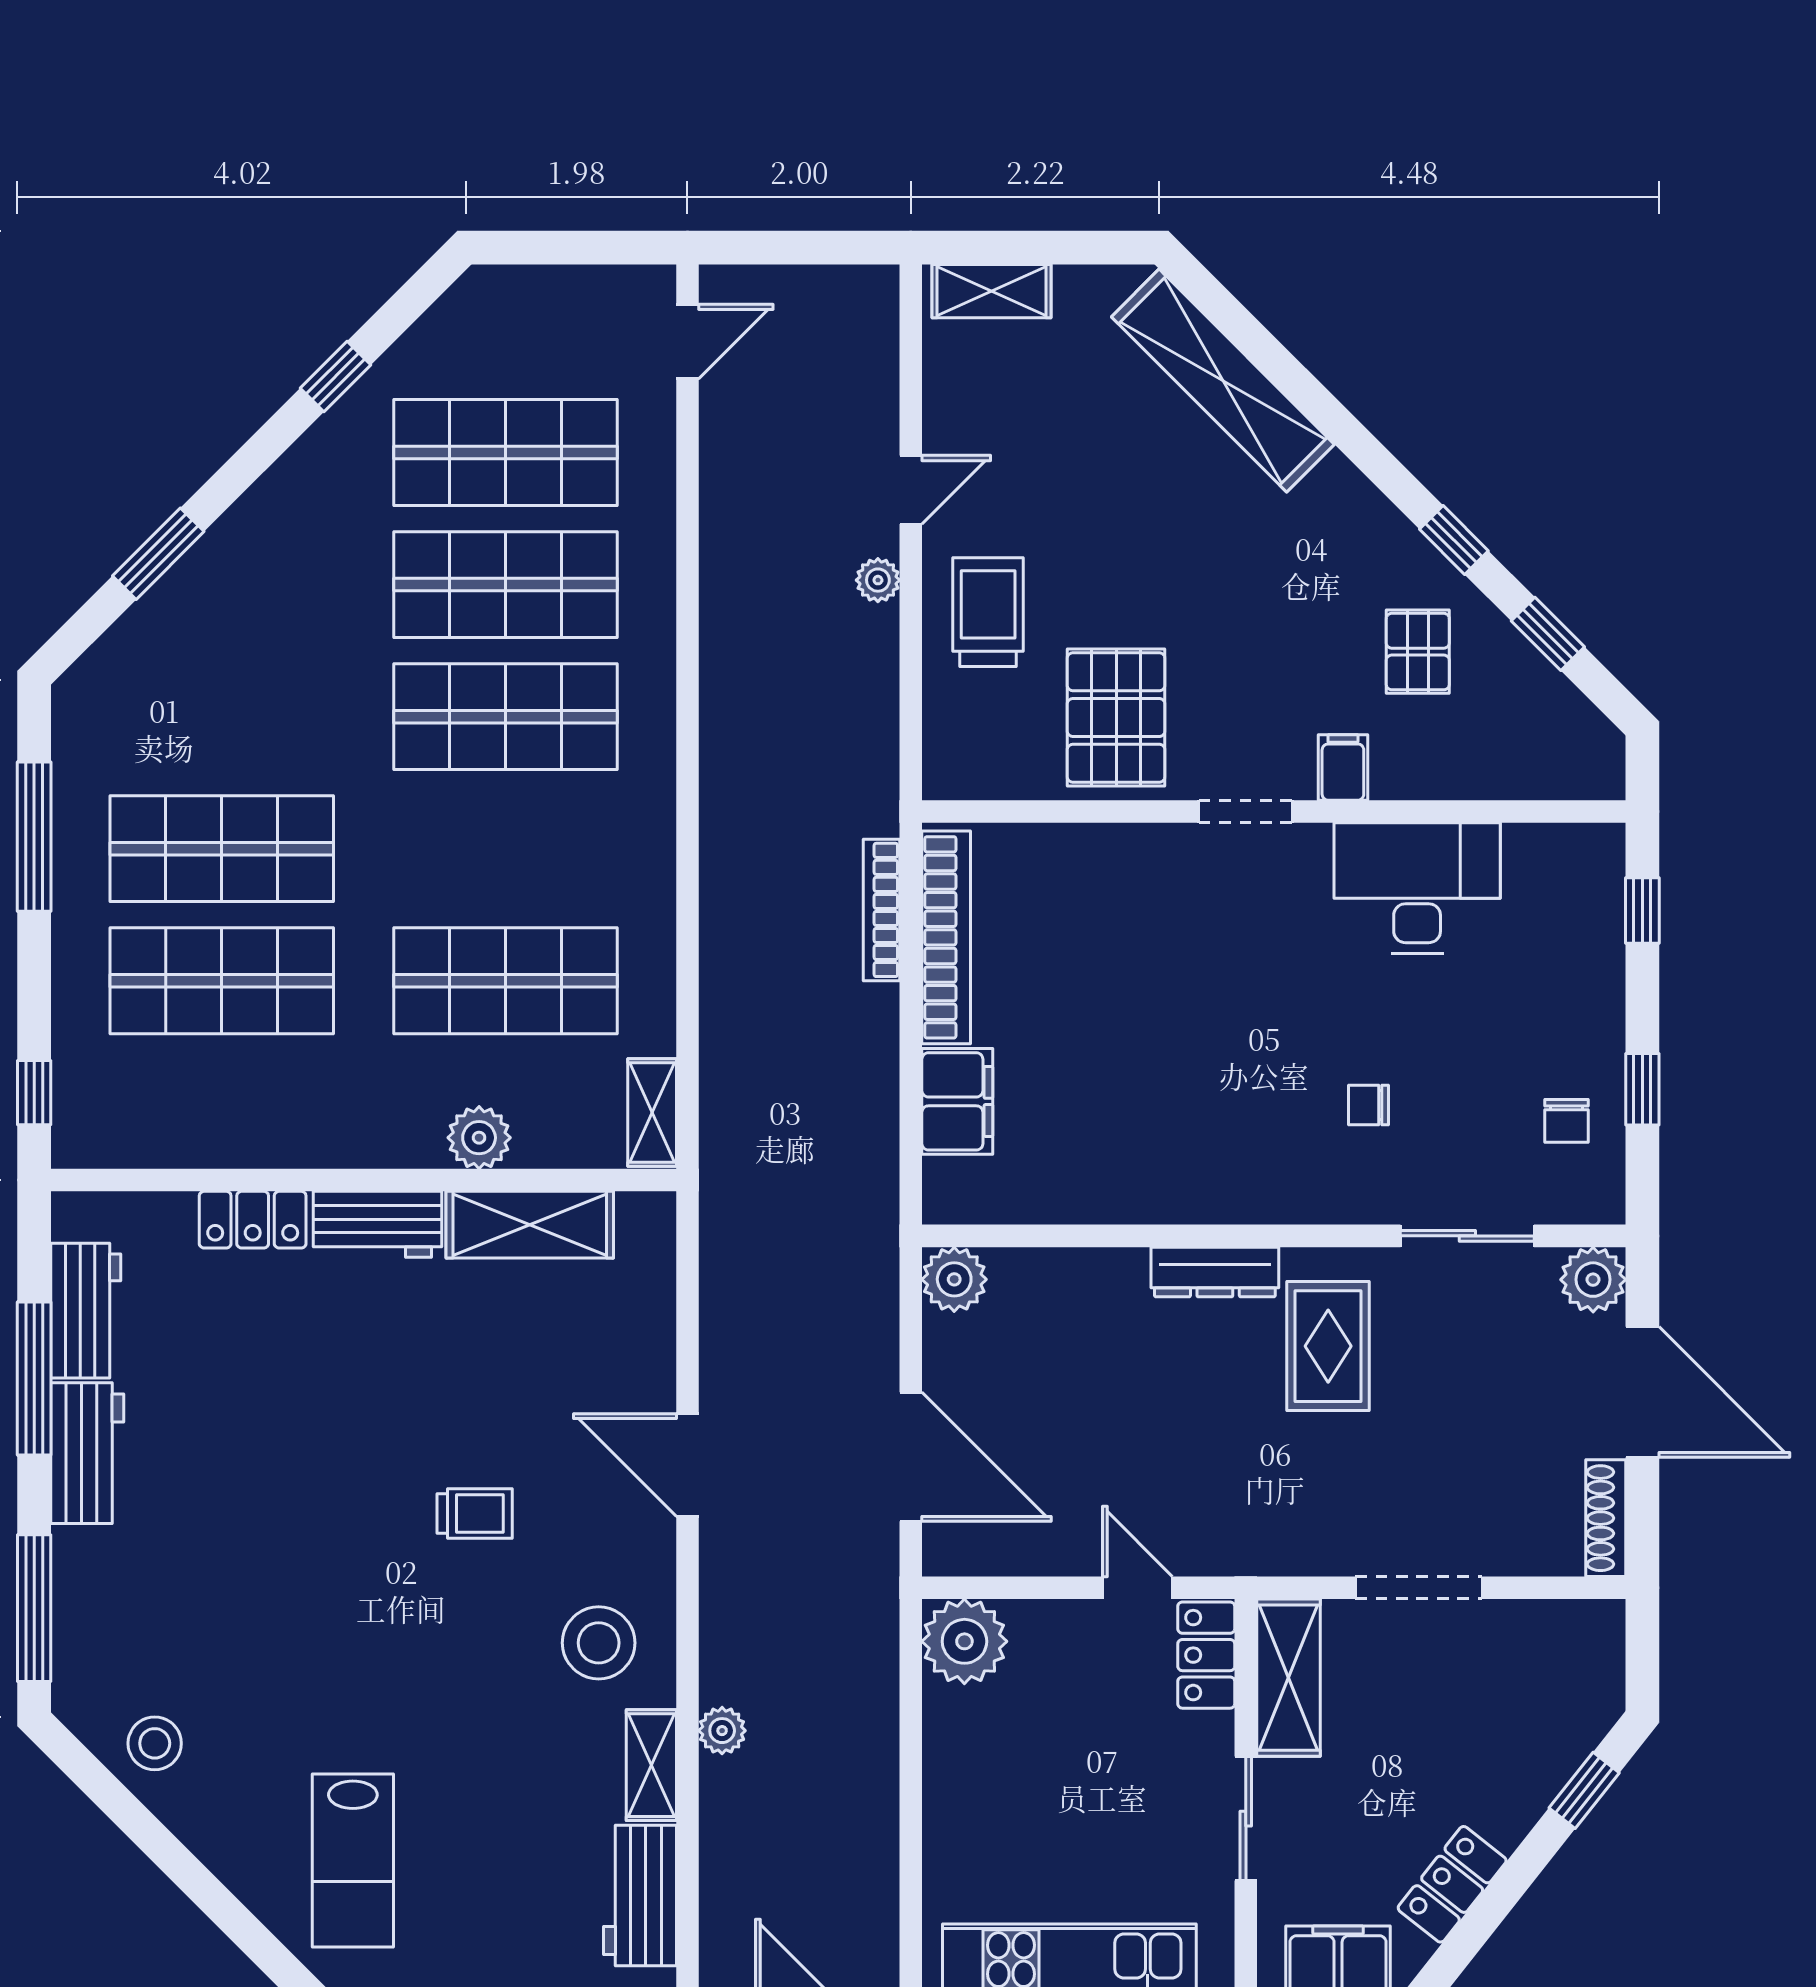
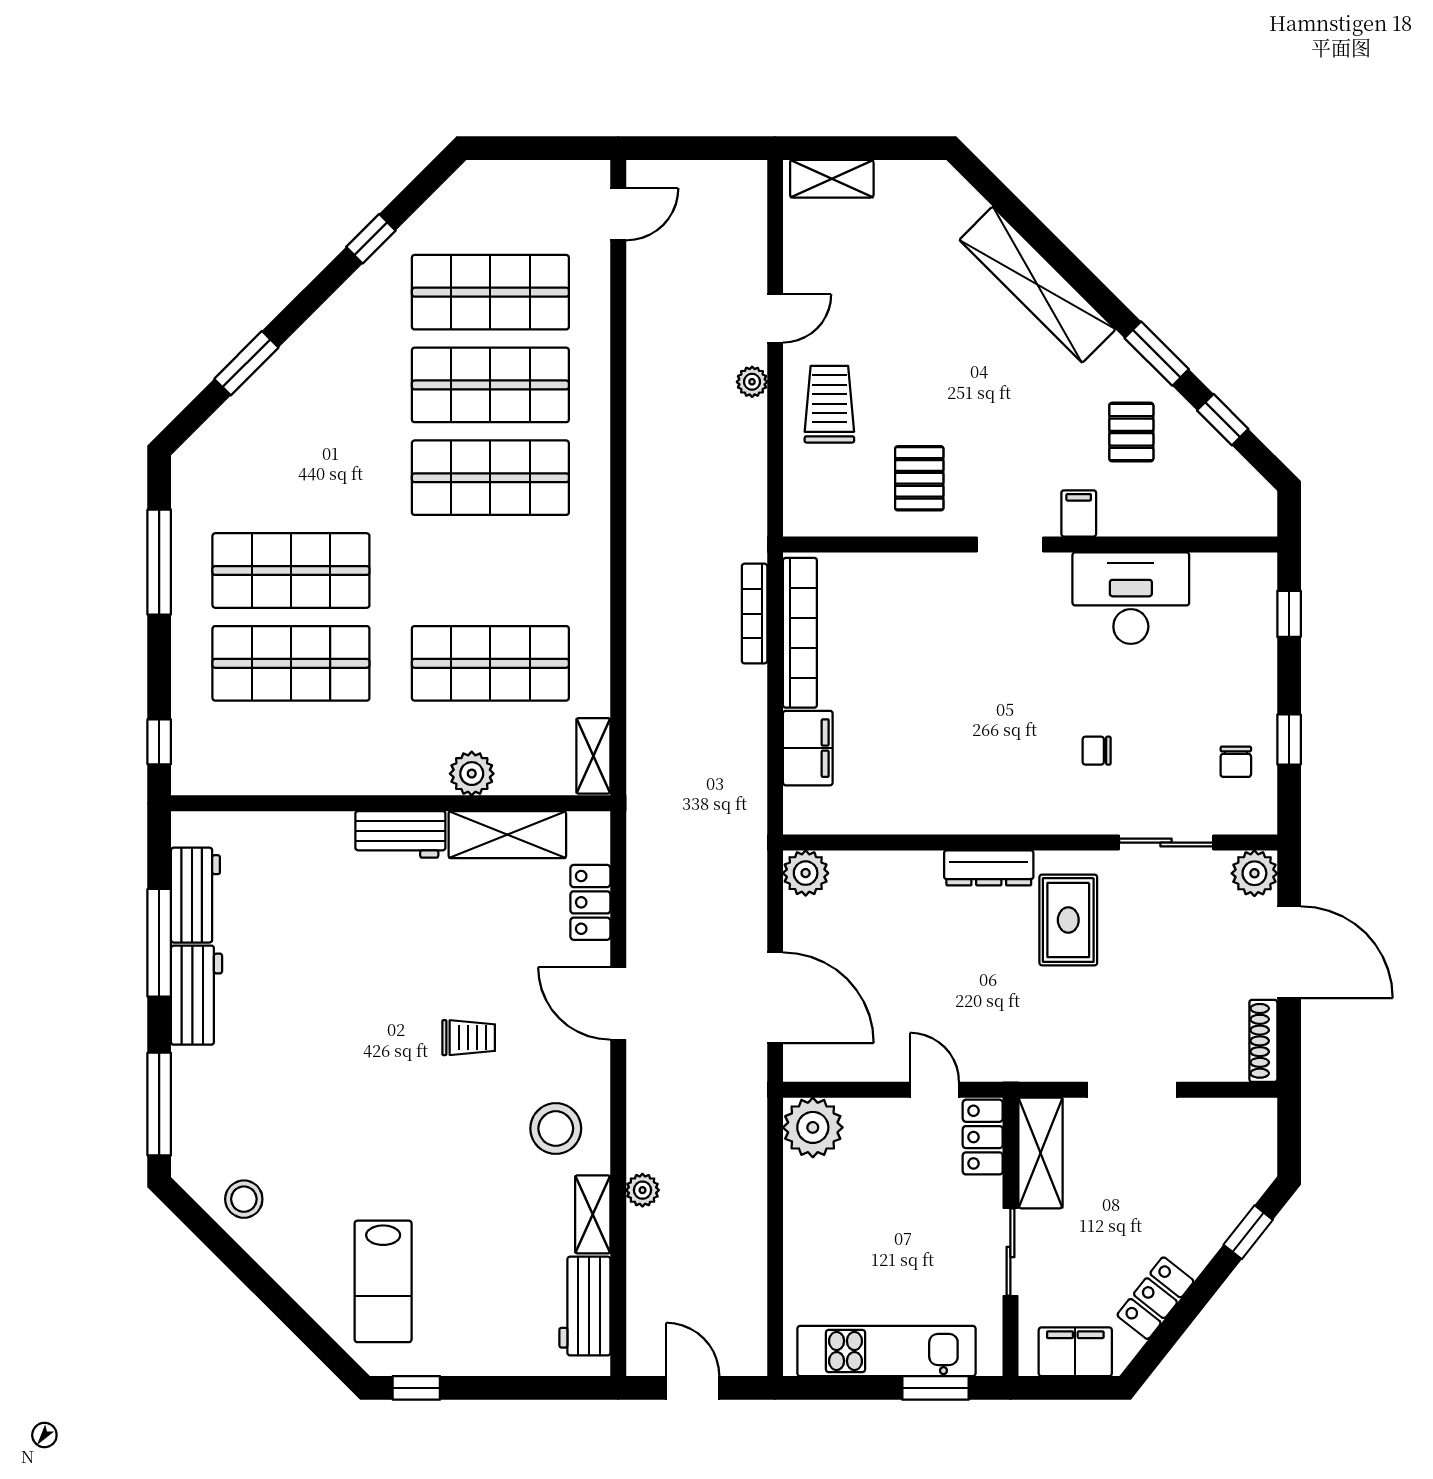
shelving: (1223, 381) -> (1037, 285), moved
window: (1454, 540) -> (1157, 354), width x1.50
pallet: (1116, 717) -> (919, 478), width x0.67, depth x0.71
locker: (253, 1220) -> (590, 902), moved, turned 90

